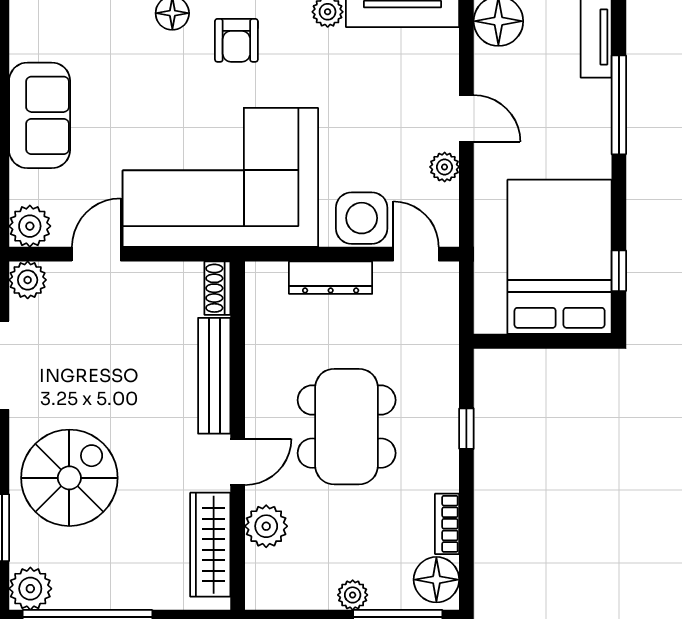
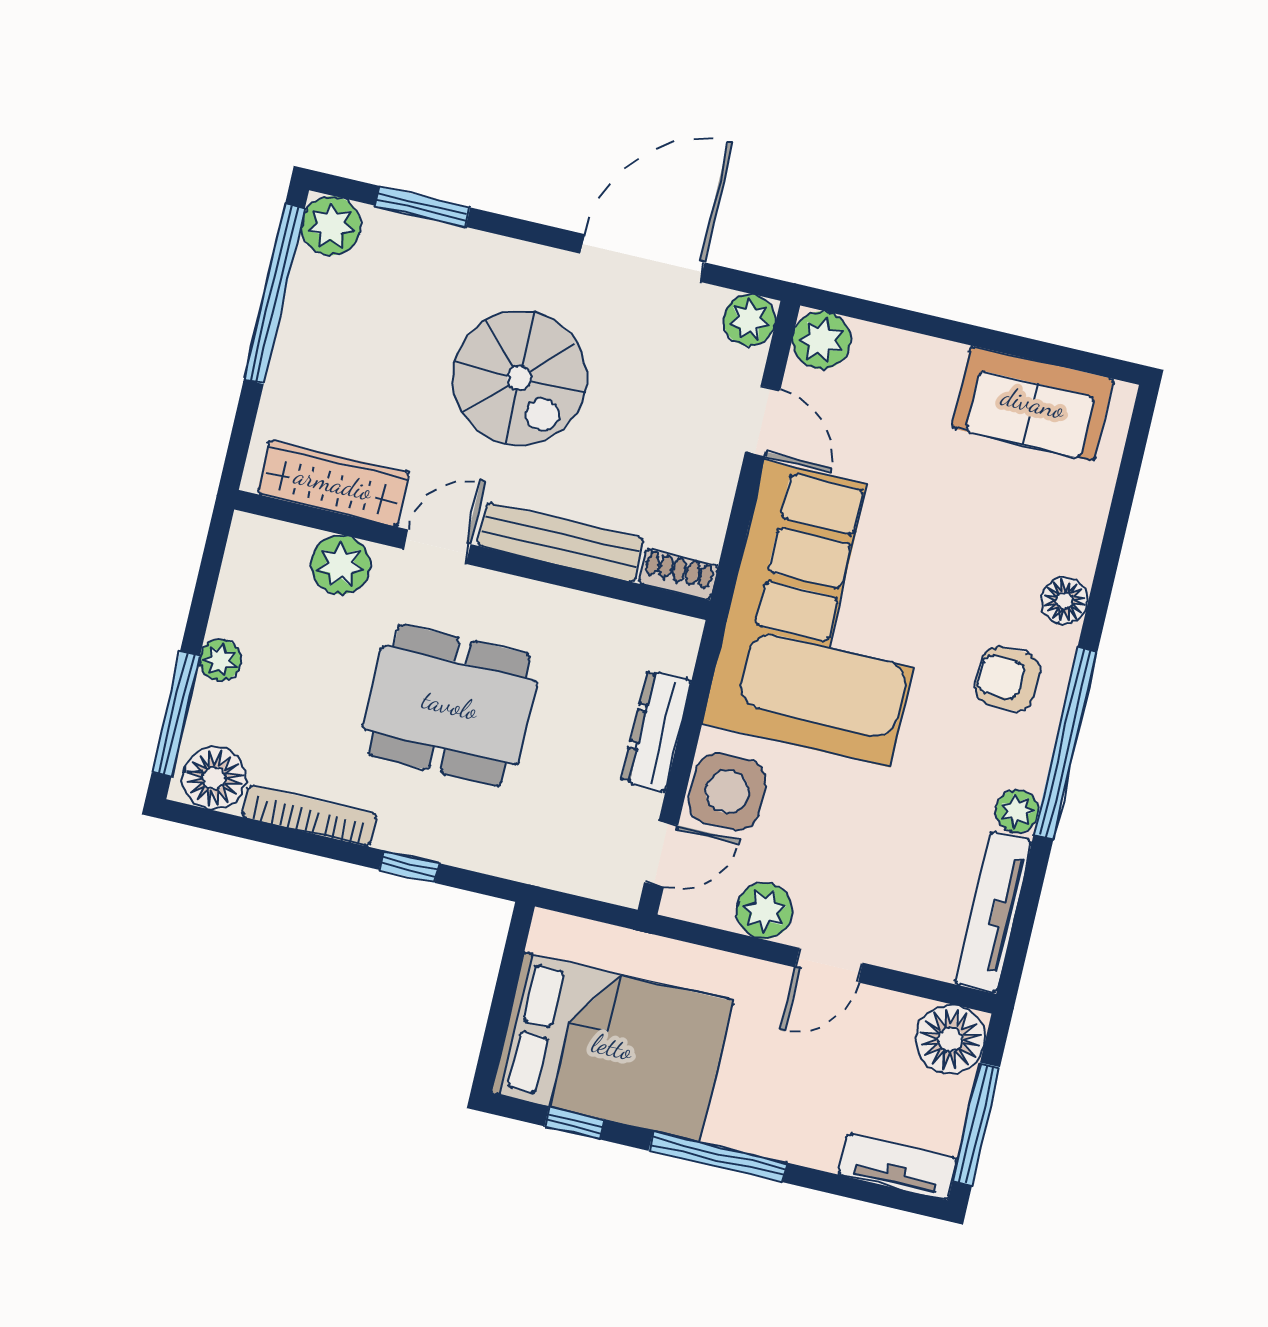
window: (619, 105) -> (718, 1157), moved
sofa: (40, 115) -> (1033, 403), moved
plant: (445, 167) -> (764, 911), width x1.38, depth x1.38
door: (238, 462) -> (437, 547), swing flipped
spiral stairs: (69, 478) -> (520, 378), moved
bookcase: (447, 524) -> (309, 816), width x1.56

